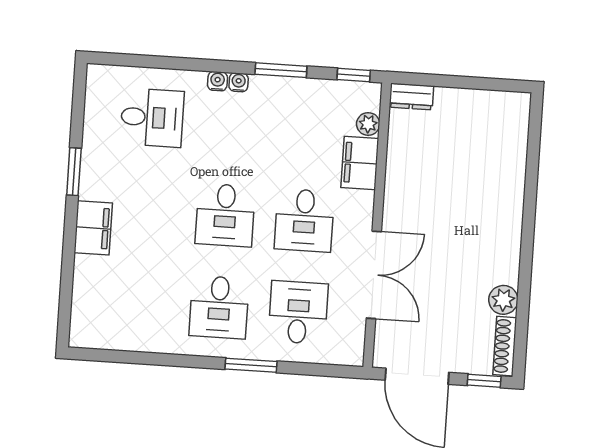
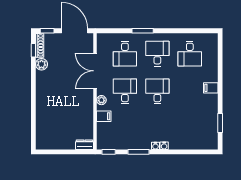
desk: (152, 118) -> (190, 54), moved, turned -90
plant: (368, 124) -> (101, 100), moved
filing cabinet: (360, 163) -> (104, 116), width x0.50
window: (74, 172) -> (220, 123), moved
filing cabinet: (93, 228) -> (211, 88), width x0.50
window: (521, 335) -> (33, 50), added

